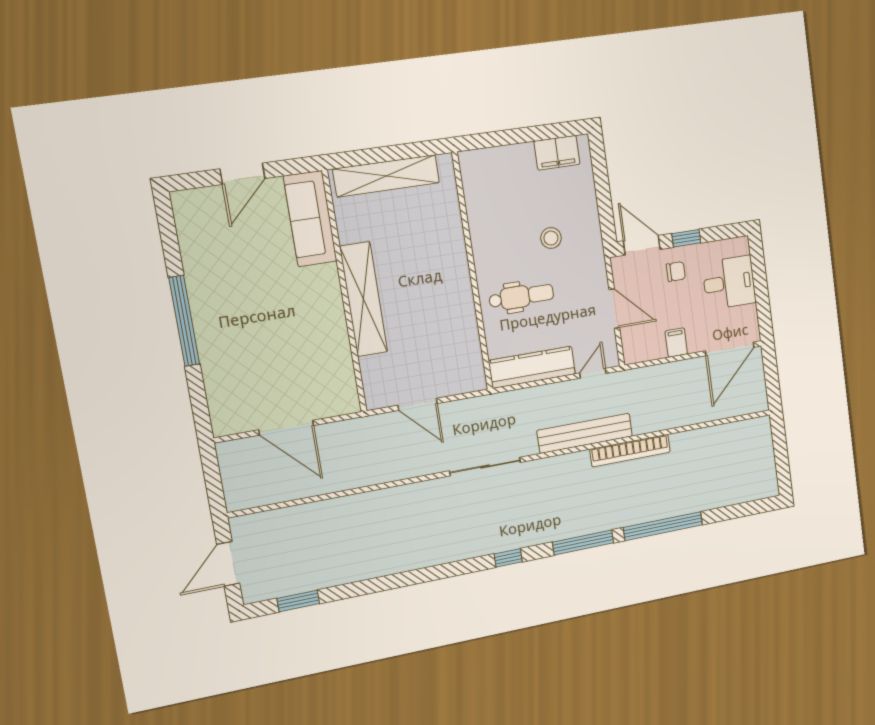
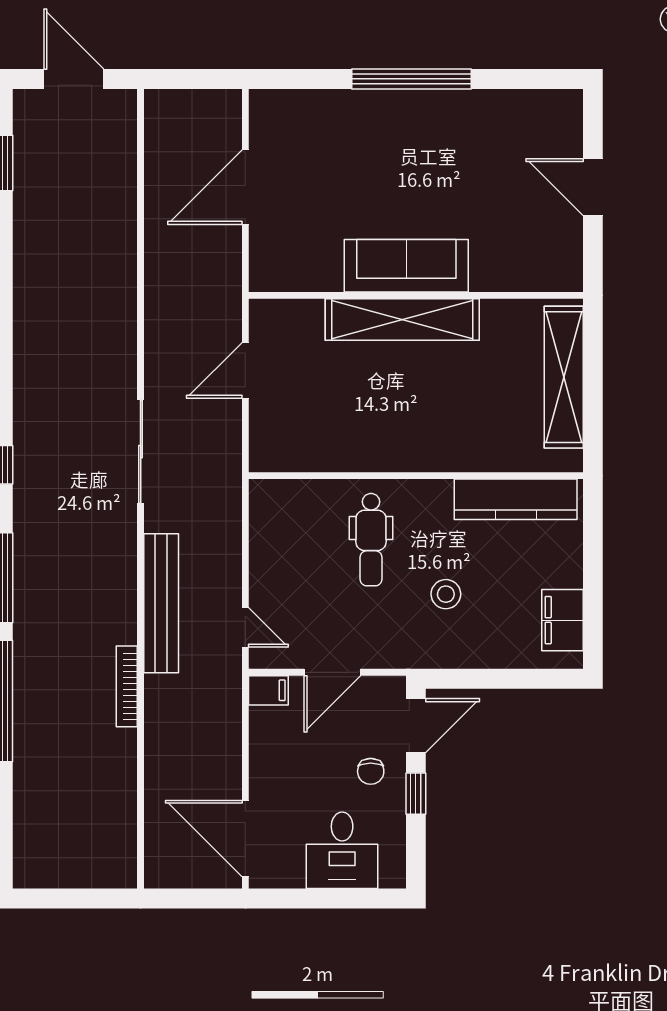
sofa: (310, 219) -> (406, 266), moved
filing cabinet: (676, 343) -> (268, 690), moved
kitchen counter: (532, 367) -> (516, 499), moved, turned 90
bookcase: (630, 451) -> (127, 686), width x0.68, depth x0.76

